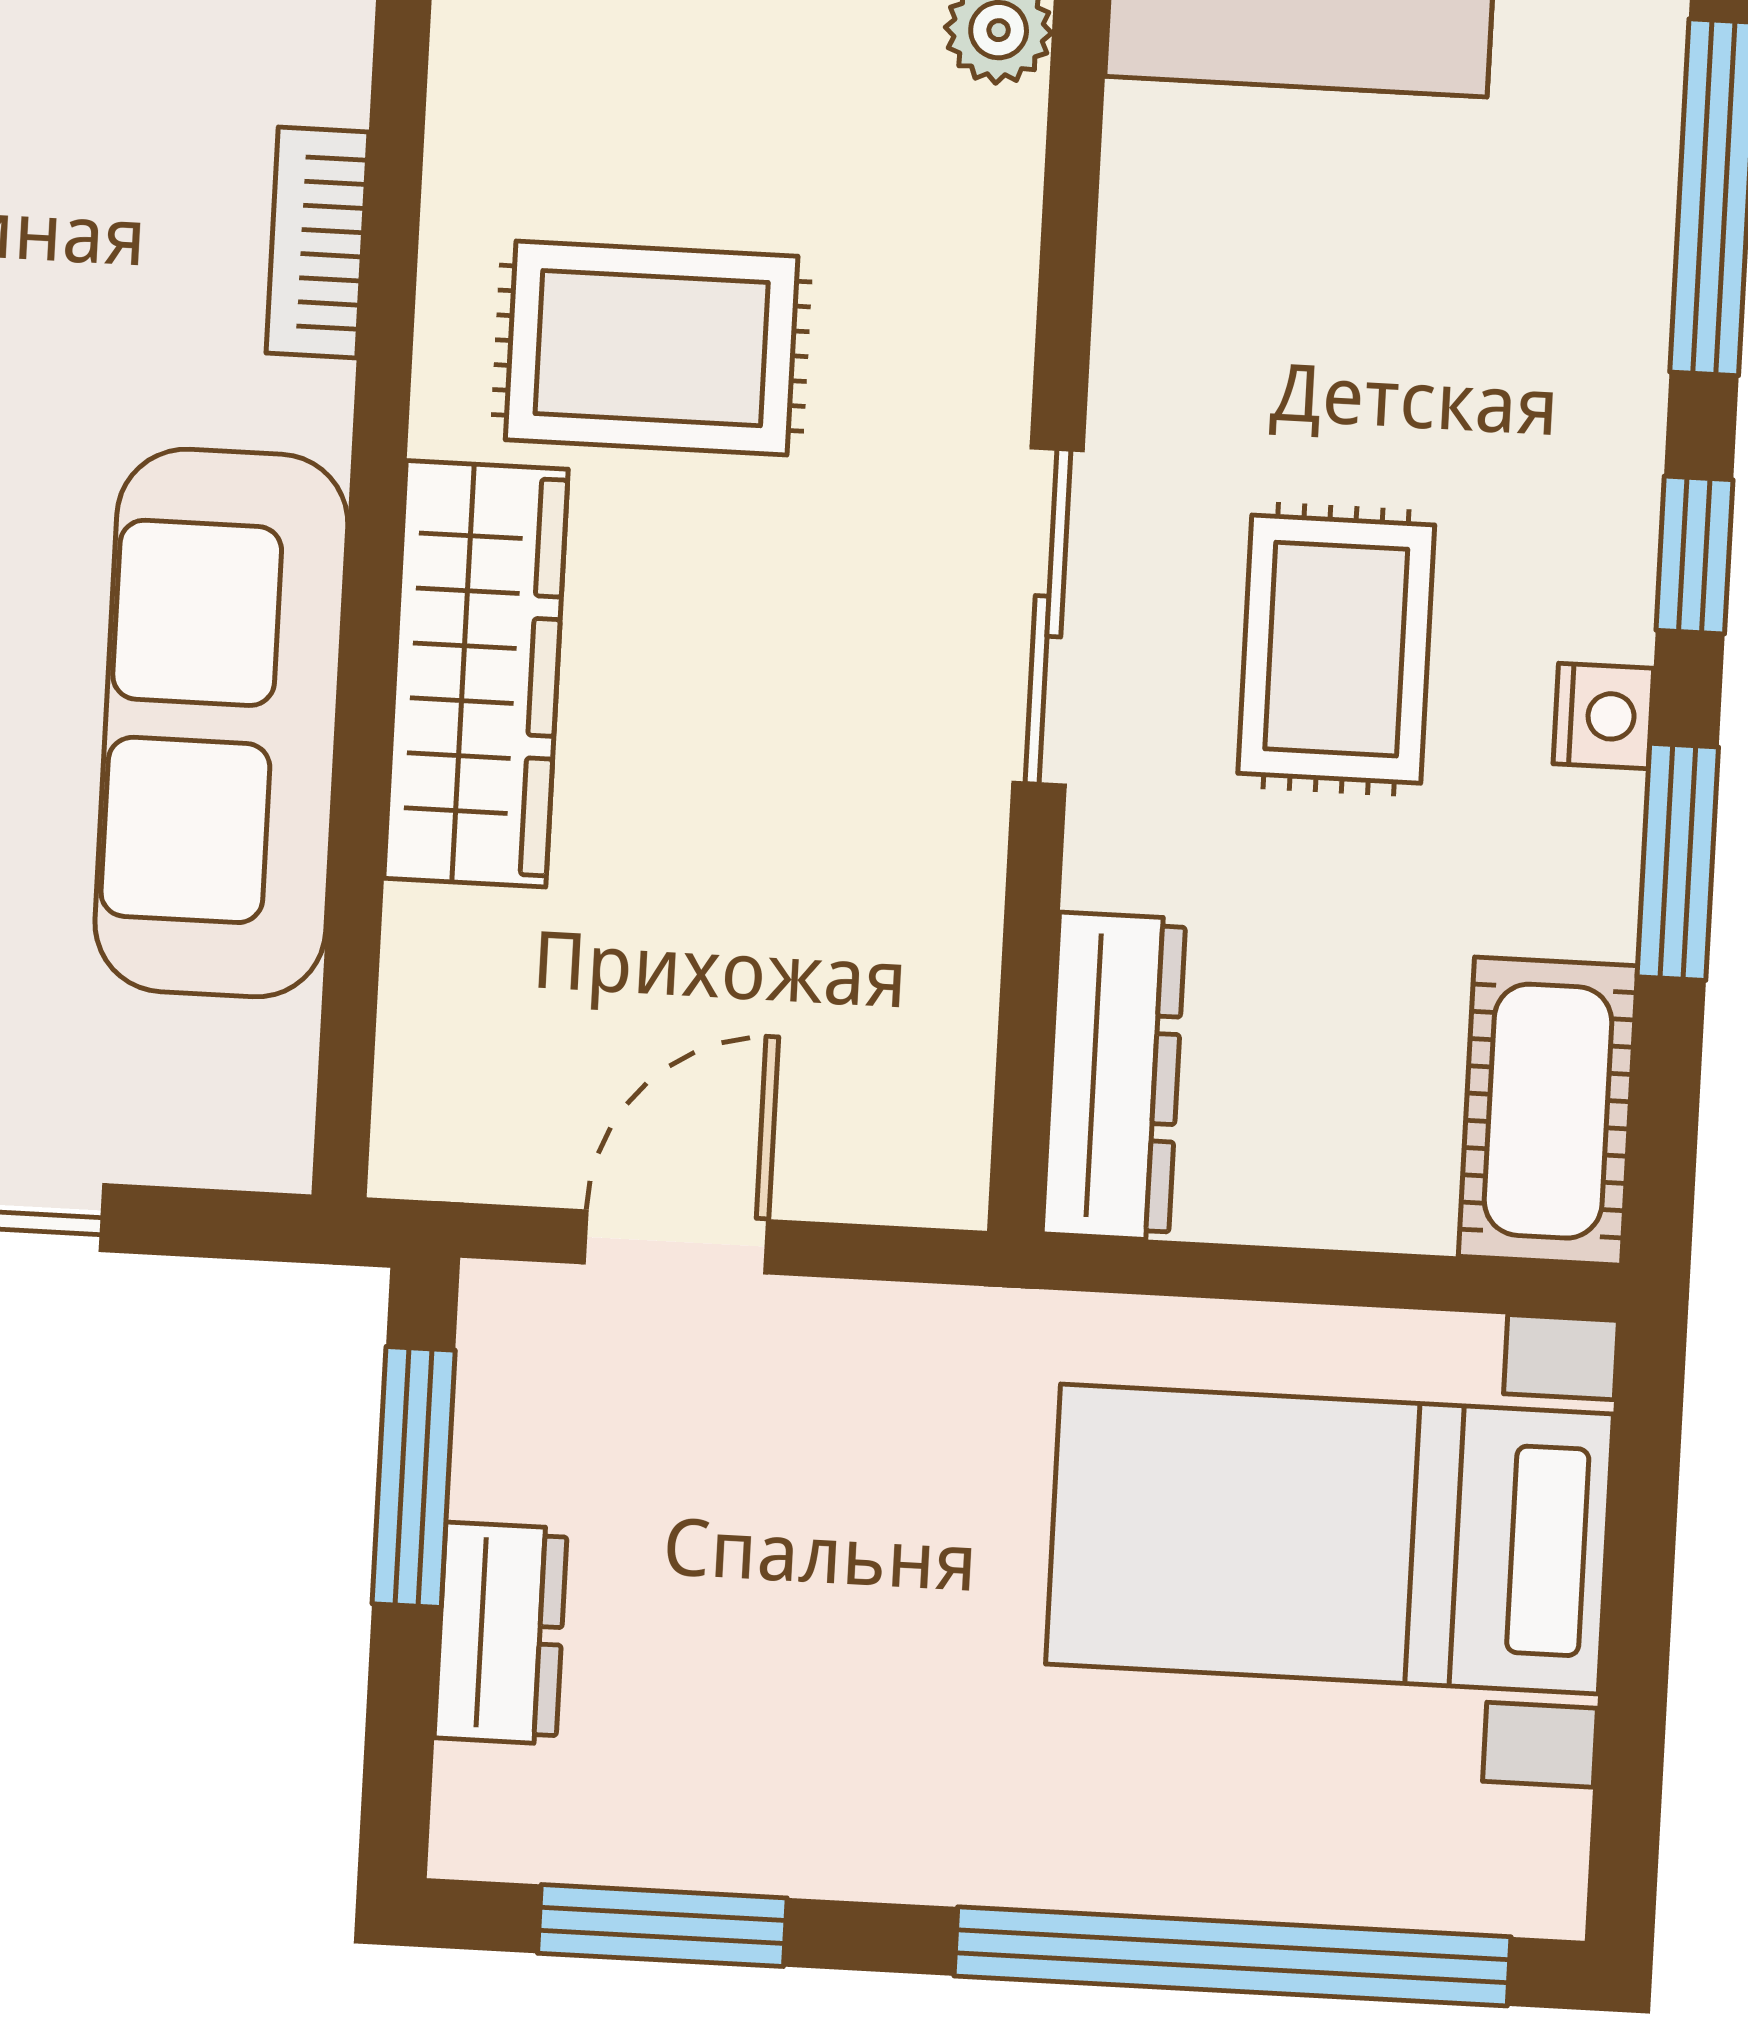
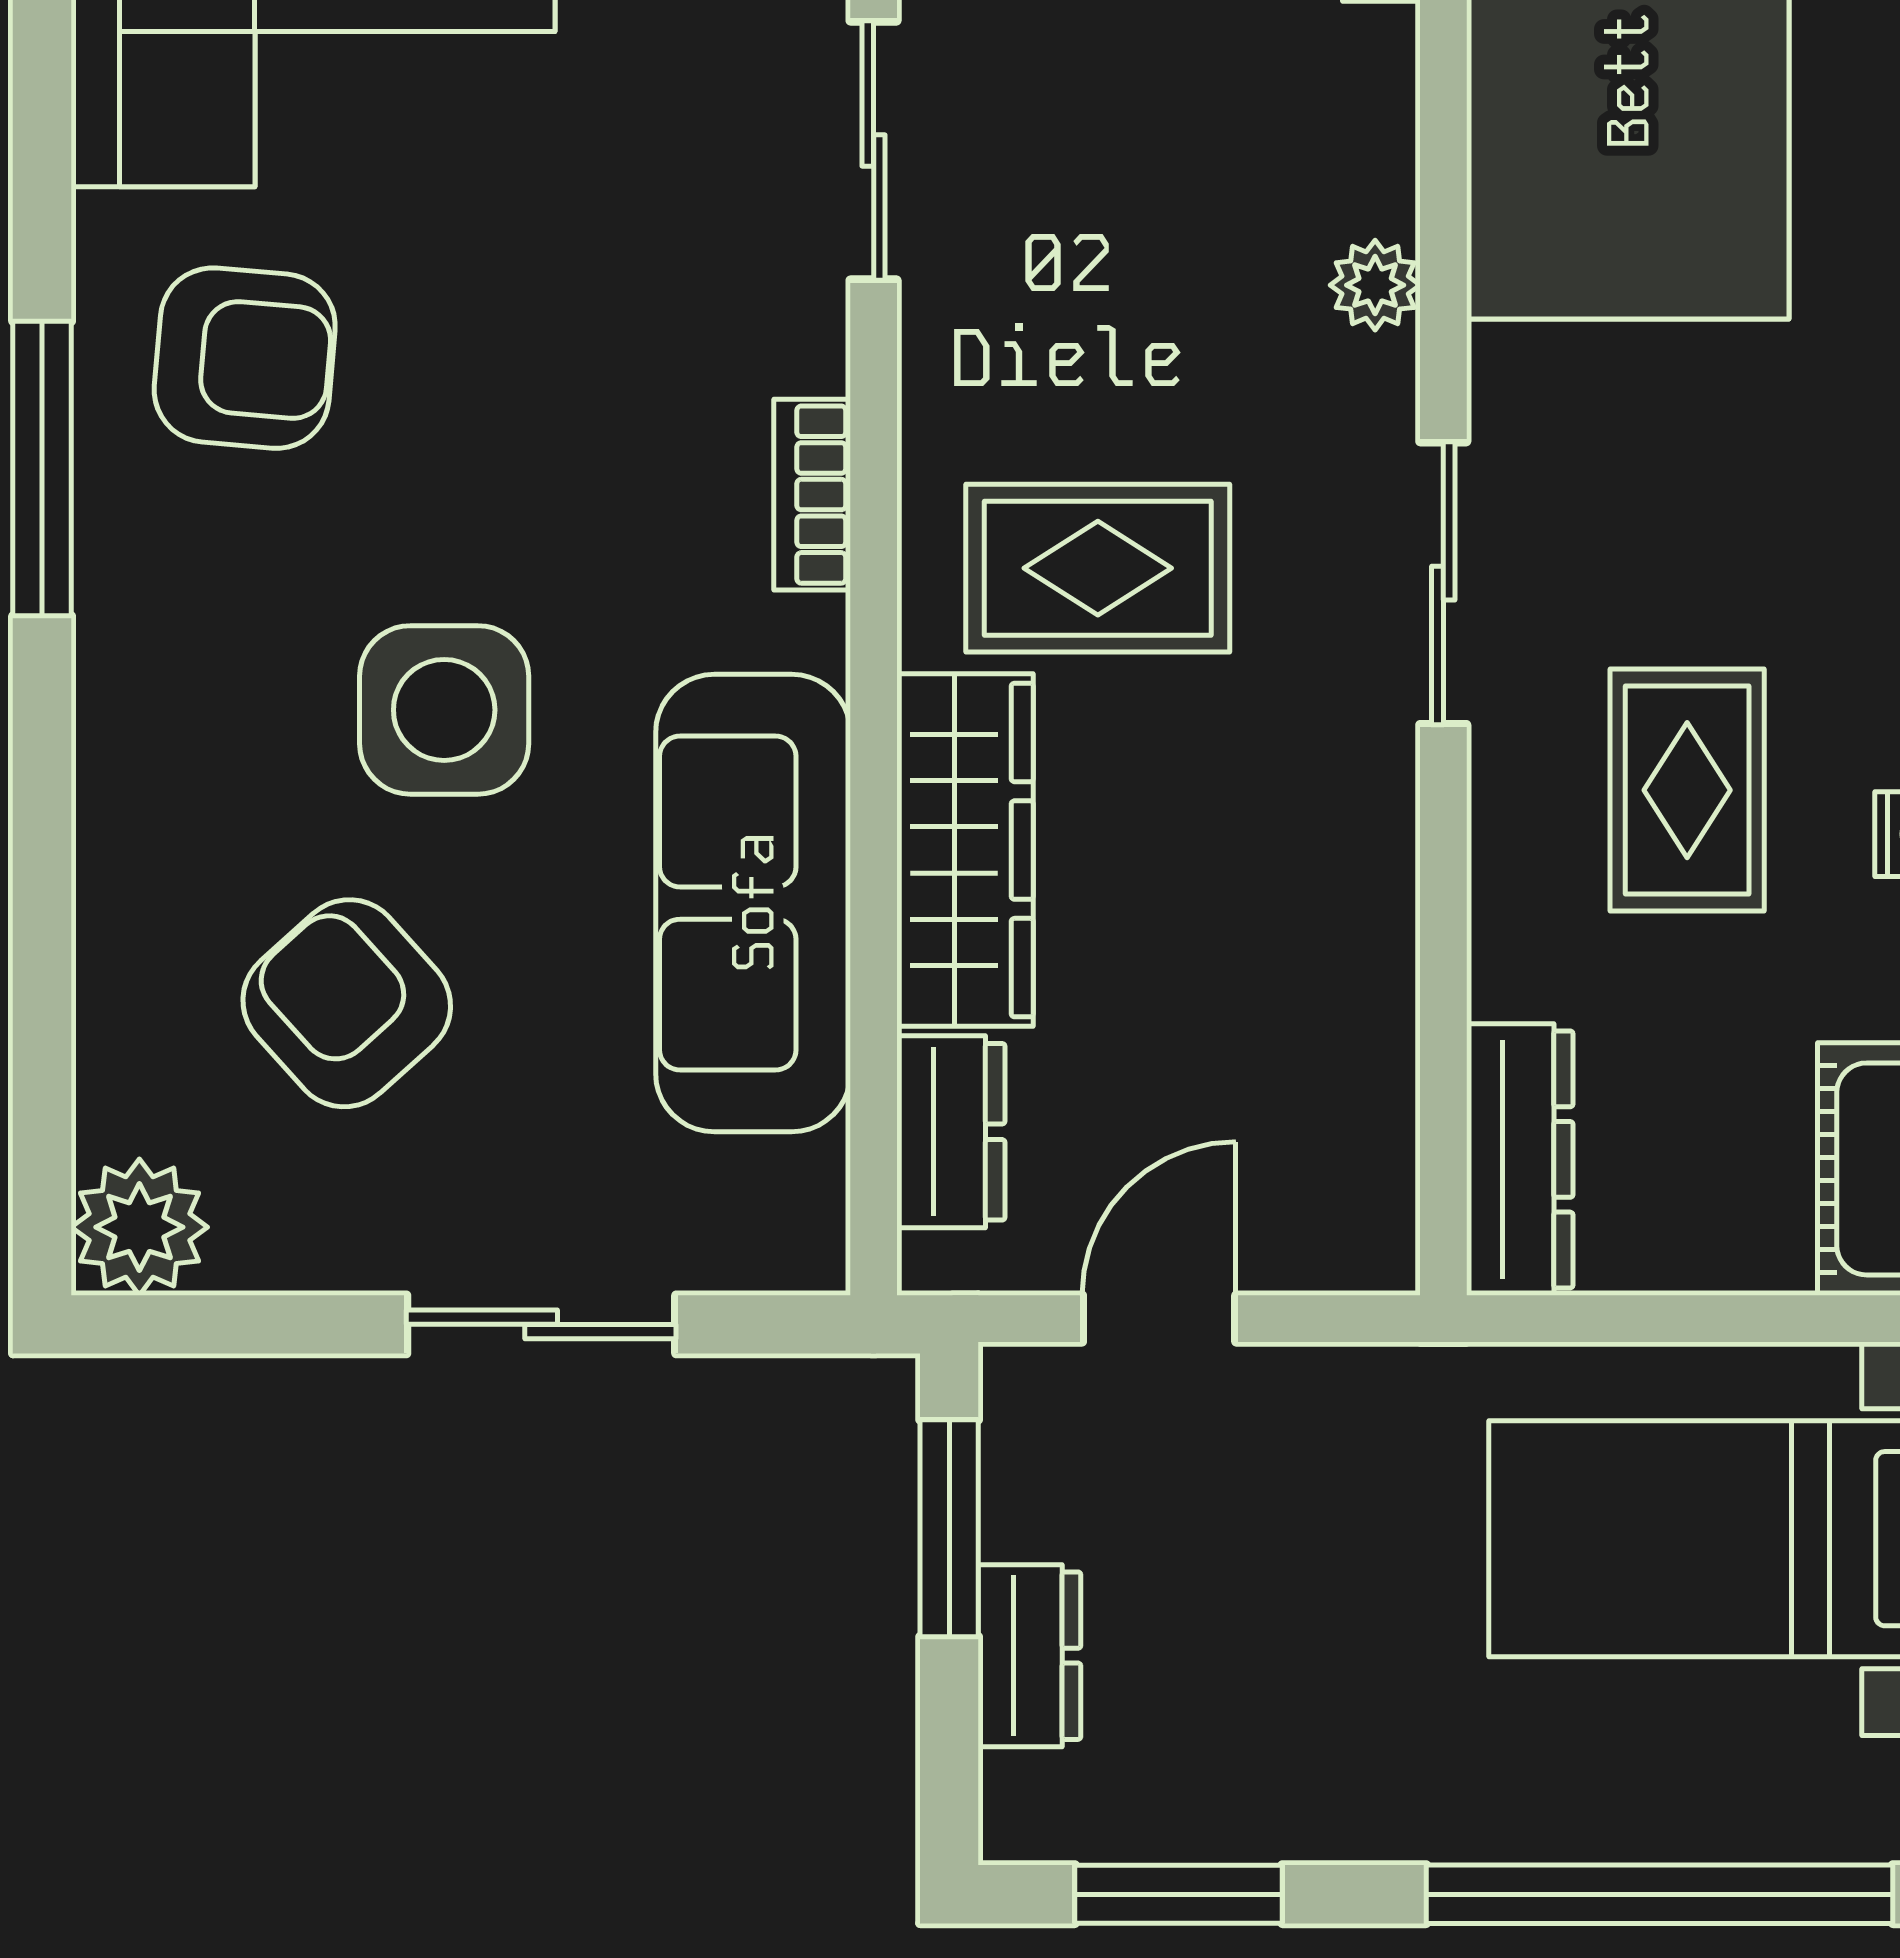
sliding door: (1048, 616) -> (1443, 583), moved
dresser: (441, 1007) -> (951, 1132), added

